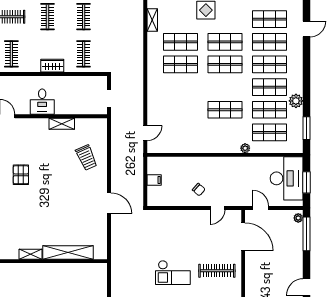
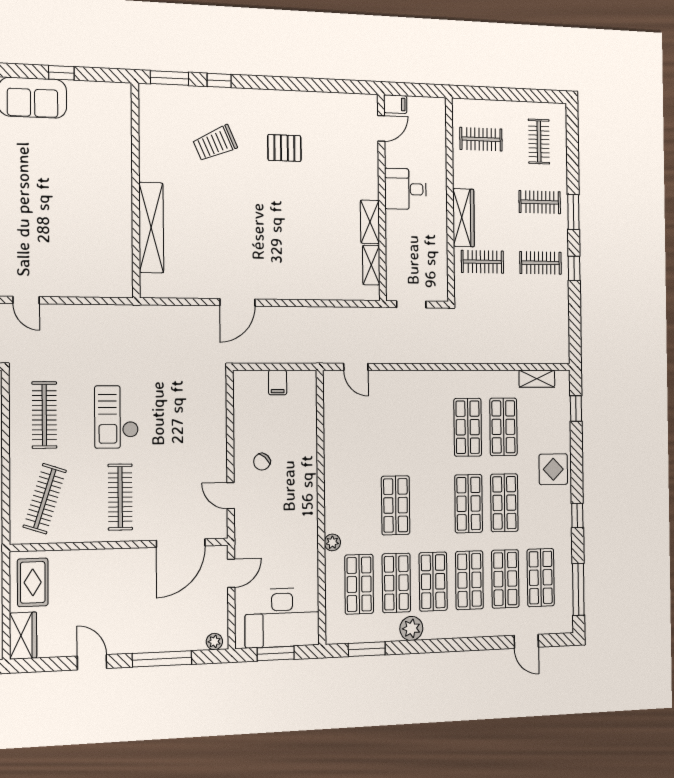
wardrobe: (52, 66) -> (463, 218), width x1.50
trolley: (86, 158) -> (215, 143), moved
window: (306, 234) -> (162, 659), moved
shelving: (30, 254) -> (371, 265), moved

